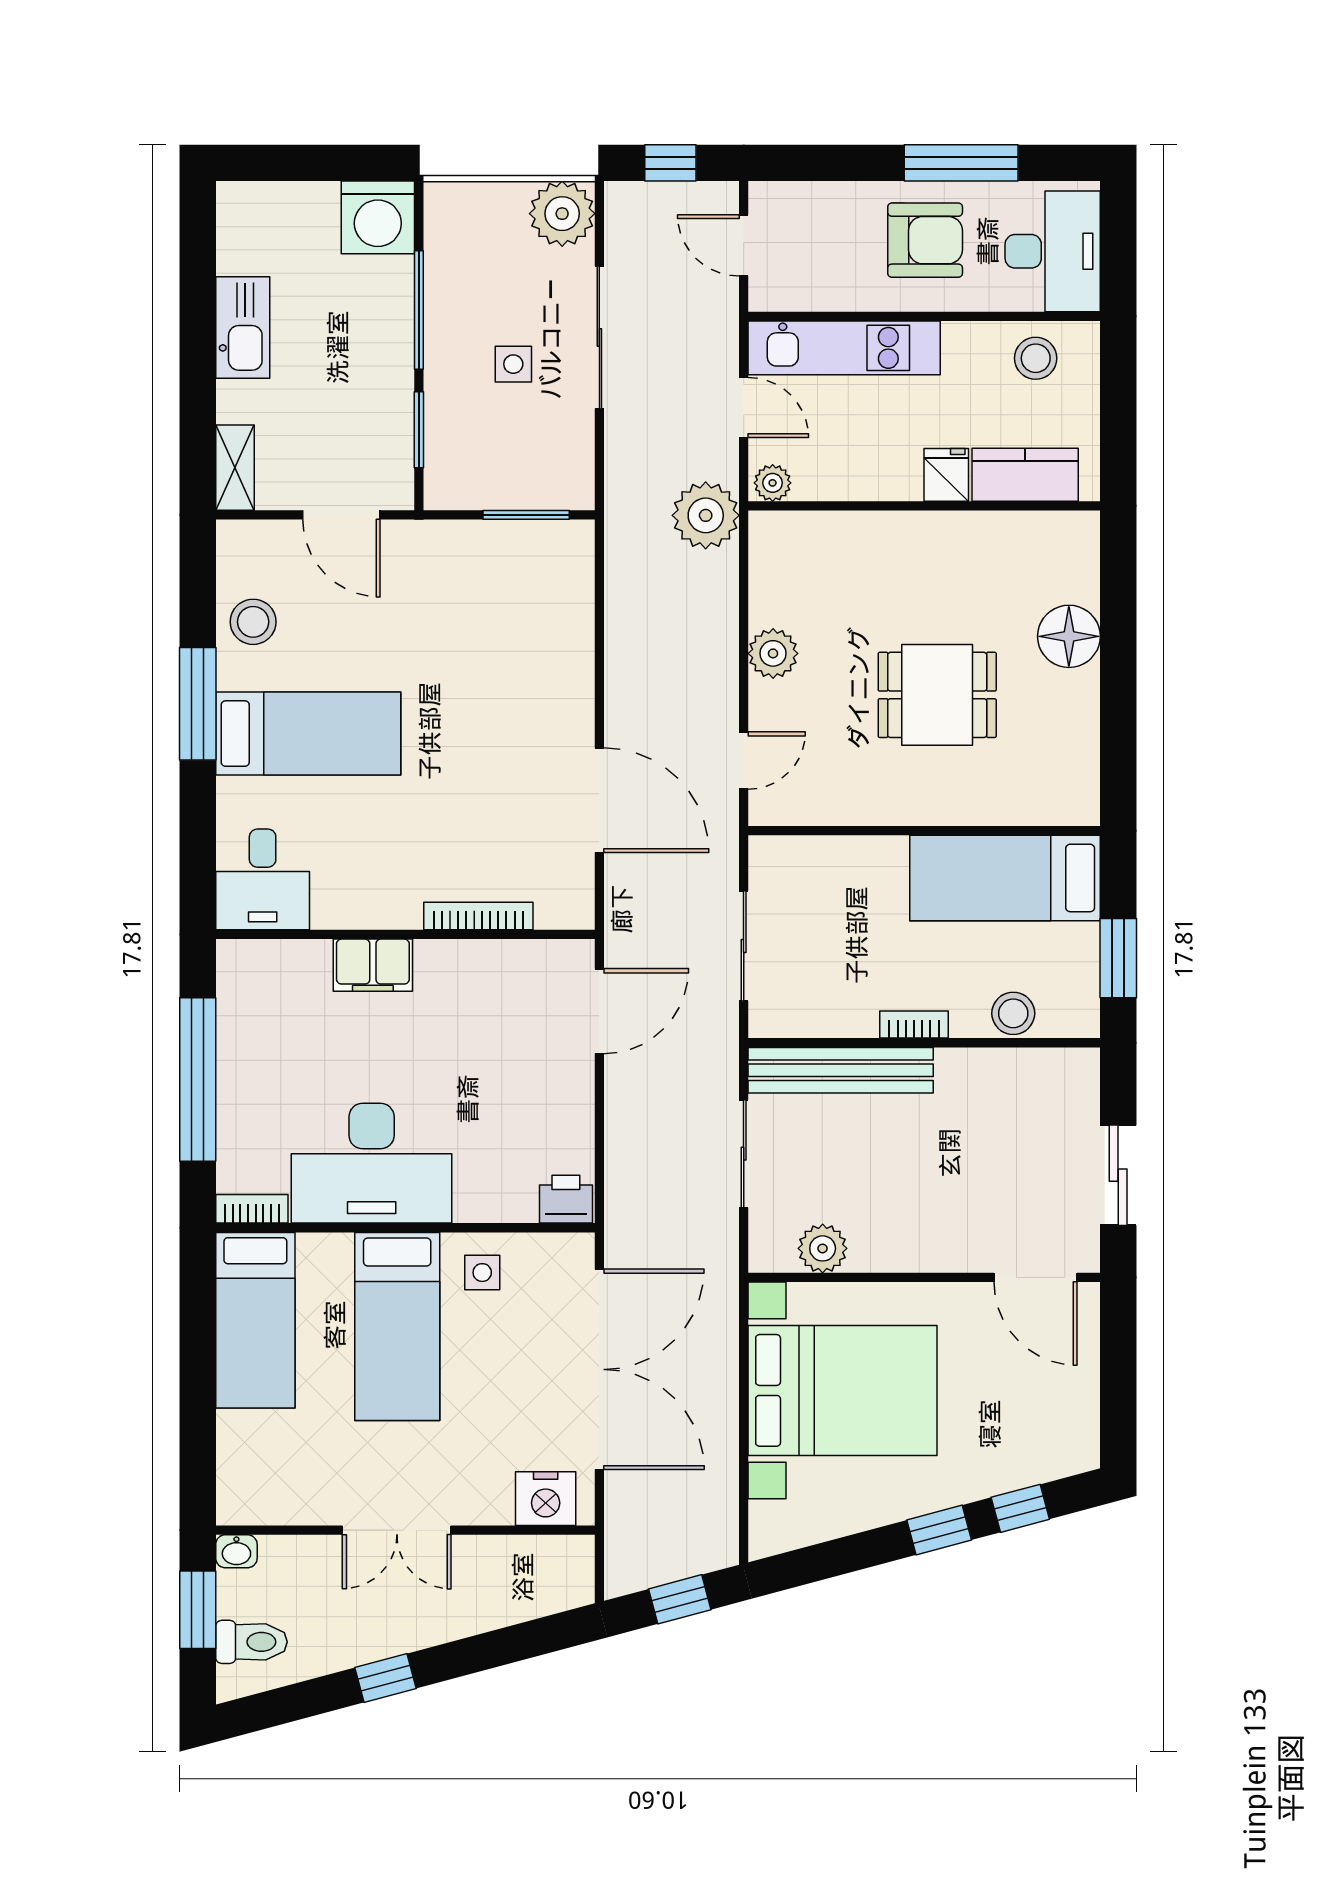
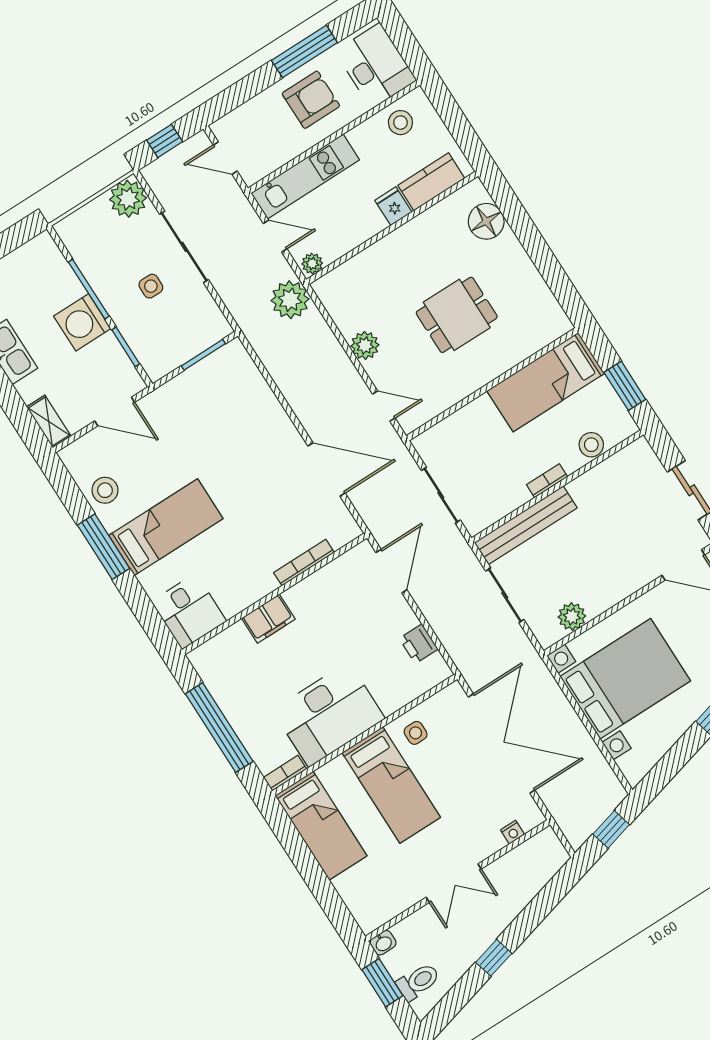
washing machine: (378, 217) -> (82, 322), moved, turned 90
floor lamp: (1069, 636) -> (486, 221), moved
door: (744, 761) -> (384, 406), hinge flipped
printer: (566, 1199) -> (419, 644), moved, turned -90
nightstand: (546, 1499) -> (513, 832), width x0.53, depth x0.56

